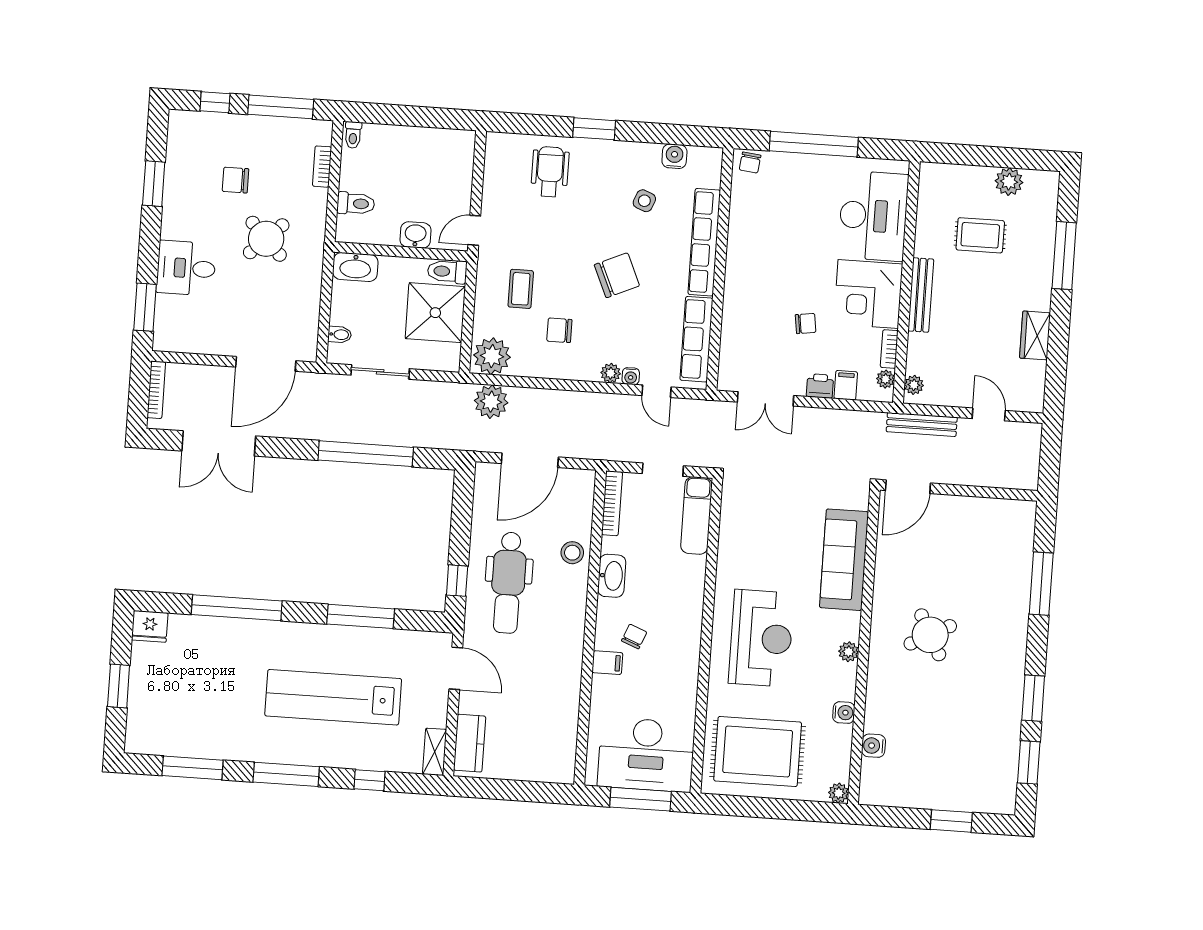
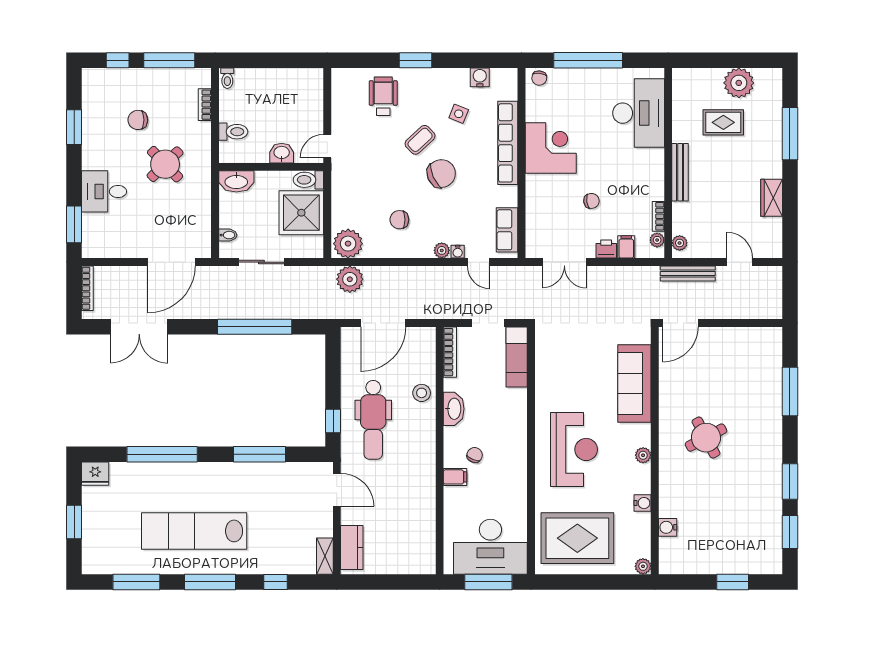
plant: (1009, 182) -> (739, 83), width x1.36, depth x1.36
coffee table: (521, 289) -> (420, 140), moved, turned 47
corner desk: (868, 294) -> (551, 148), moved, turned 180
row of seats: (696, 339) -> (507, 230), width x0.68
lab bench: (333, 697) -> (194, 531), moved

